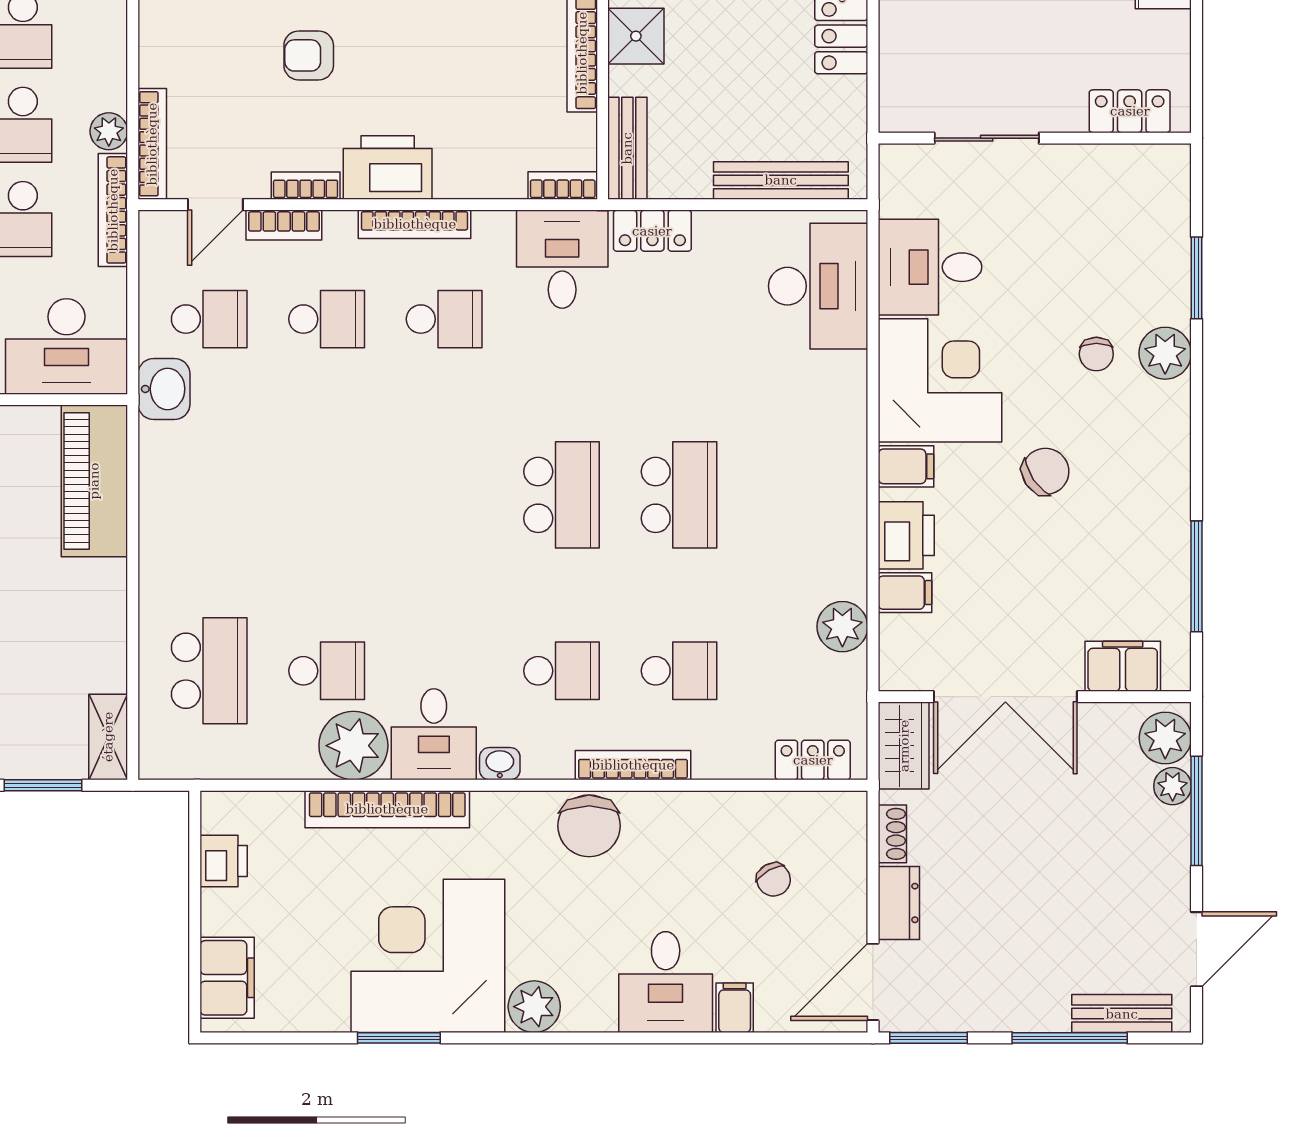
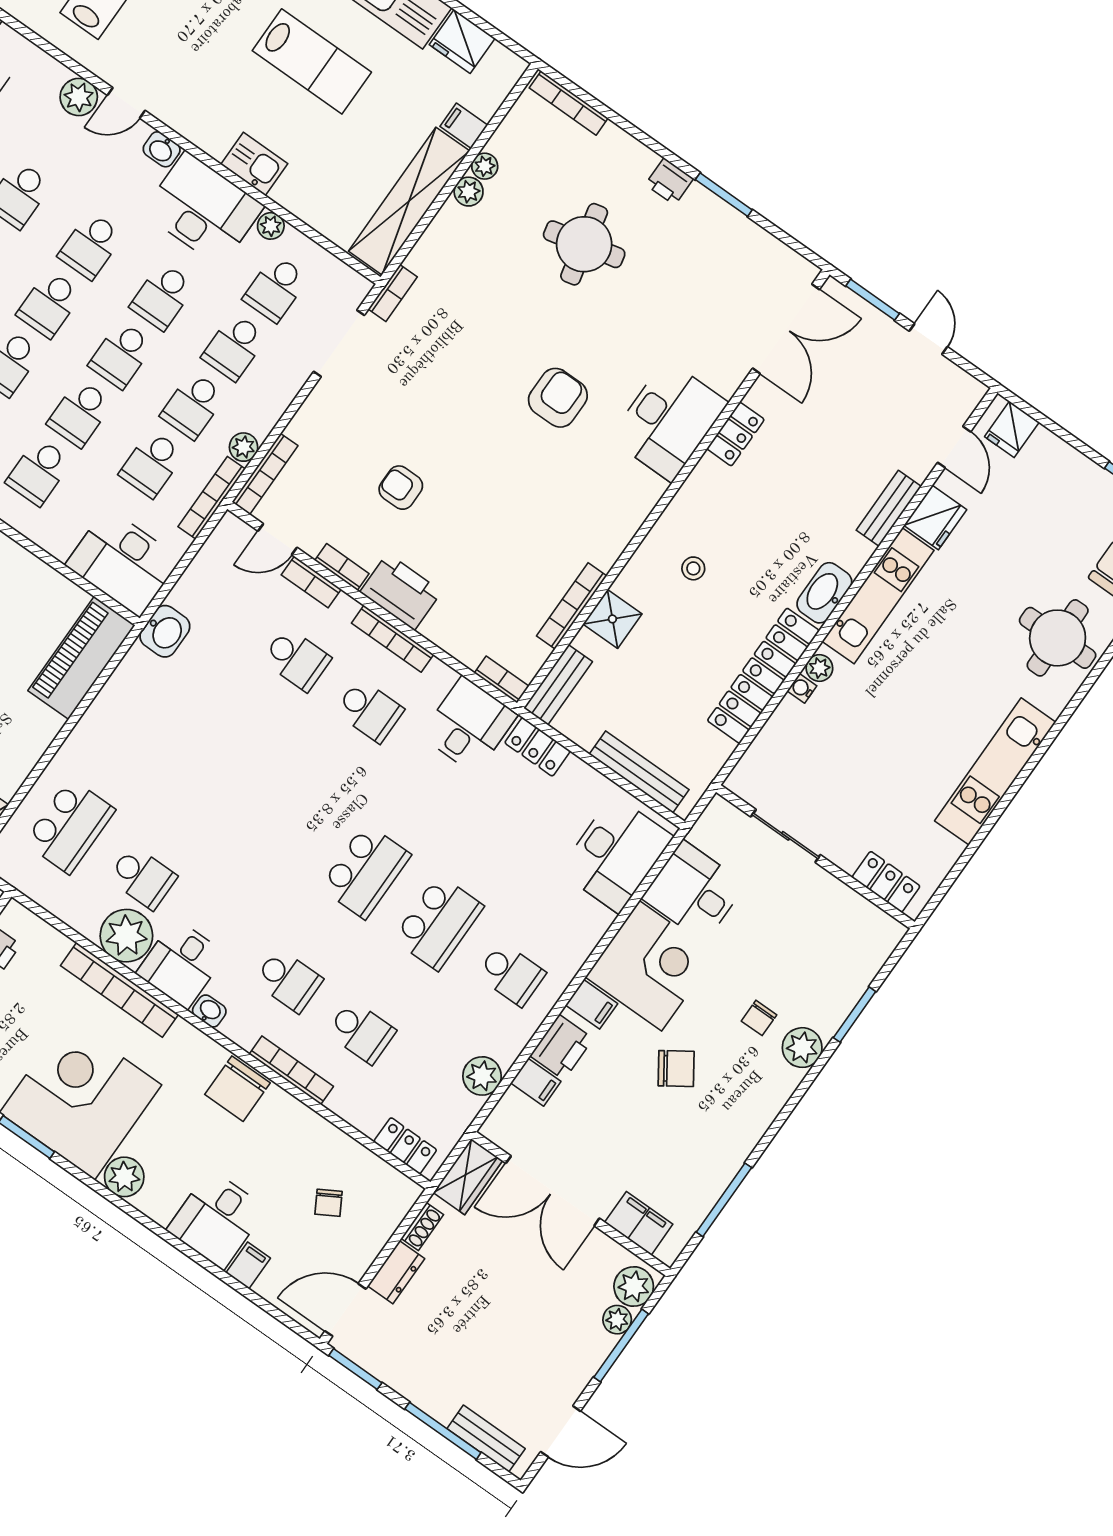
school desk: (209, 319) -> (511, 974), moved

